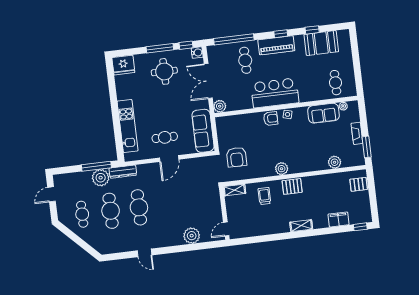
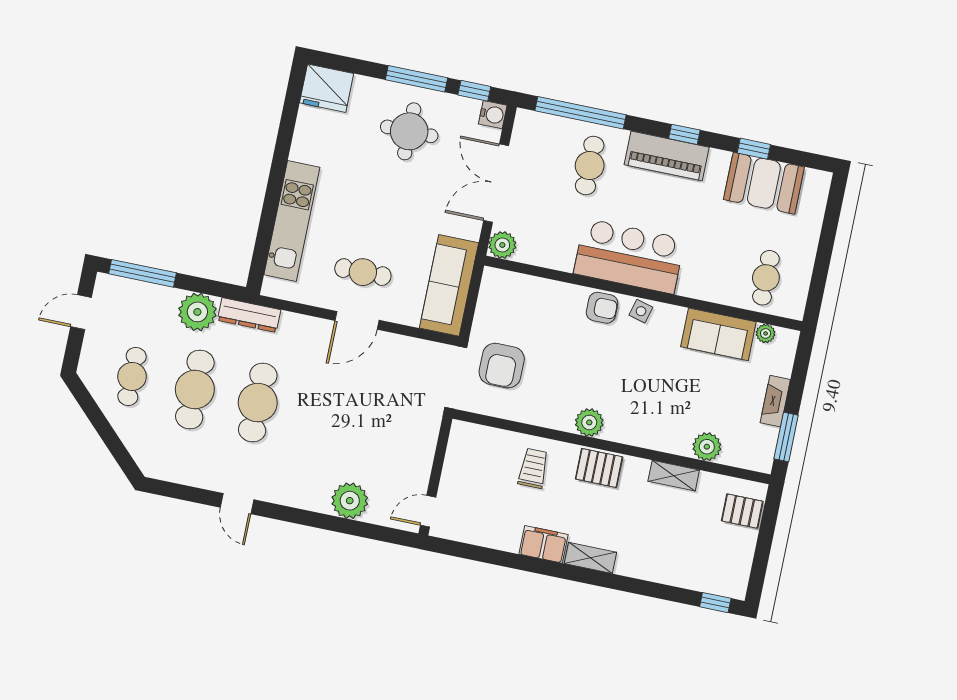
window: (96, 166) -> (142, 273), moved
shelving: (234, 190) -> (674, 476), moved
filing cabinet: (338, 219) -> (544, 544), moved

